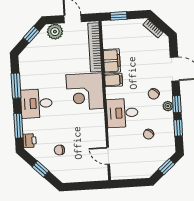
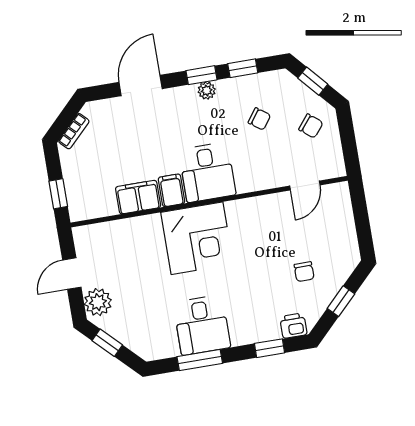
bookcase: (95, 47) -> (118, 229), removed
chair: (154, 94) -> (311, 126), moved
desk: (36, 104) -> (202, 325), moved
desk: (122, 113) -> (207, 172), moved
window: (18, 126) -> (269, 348), width x0.67

